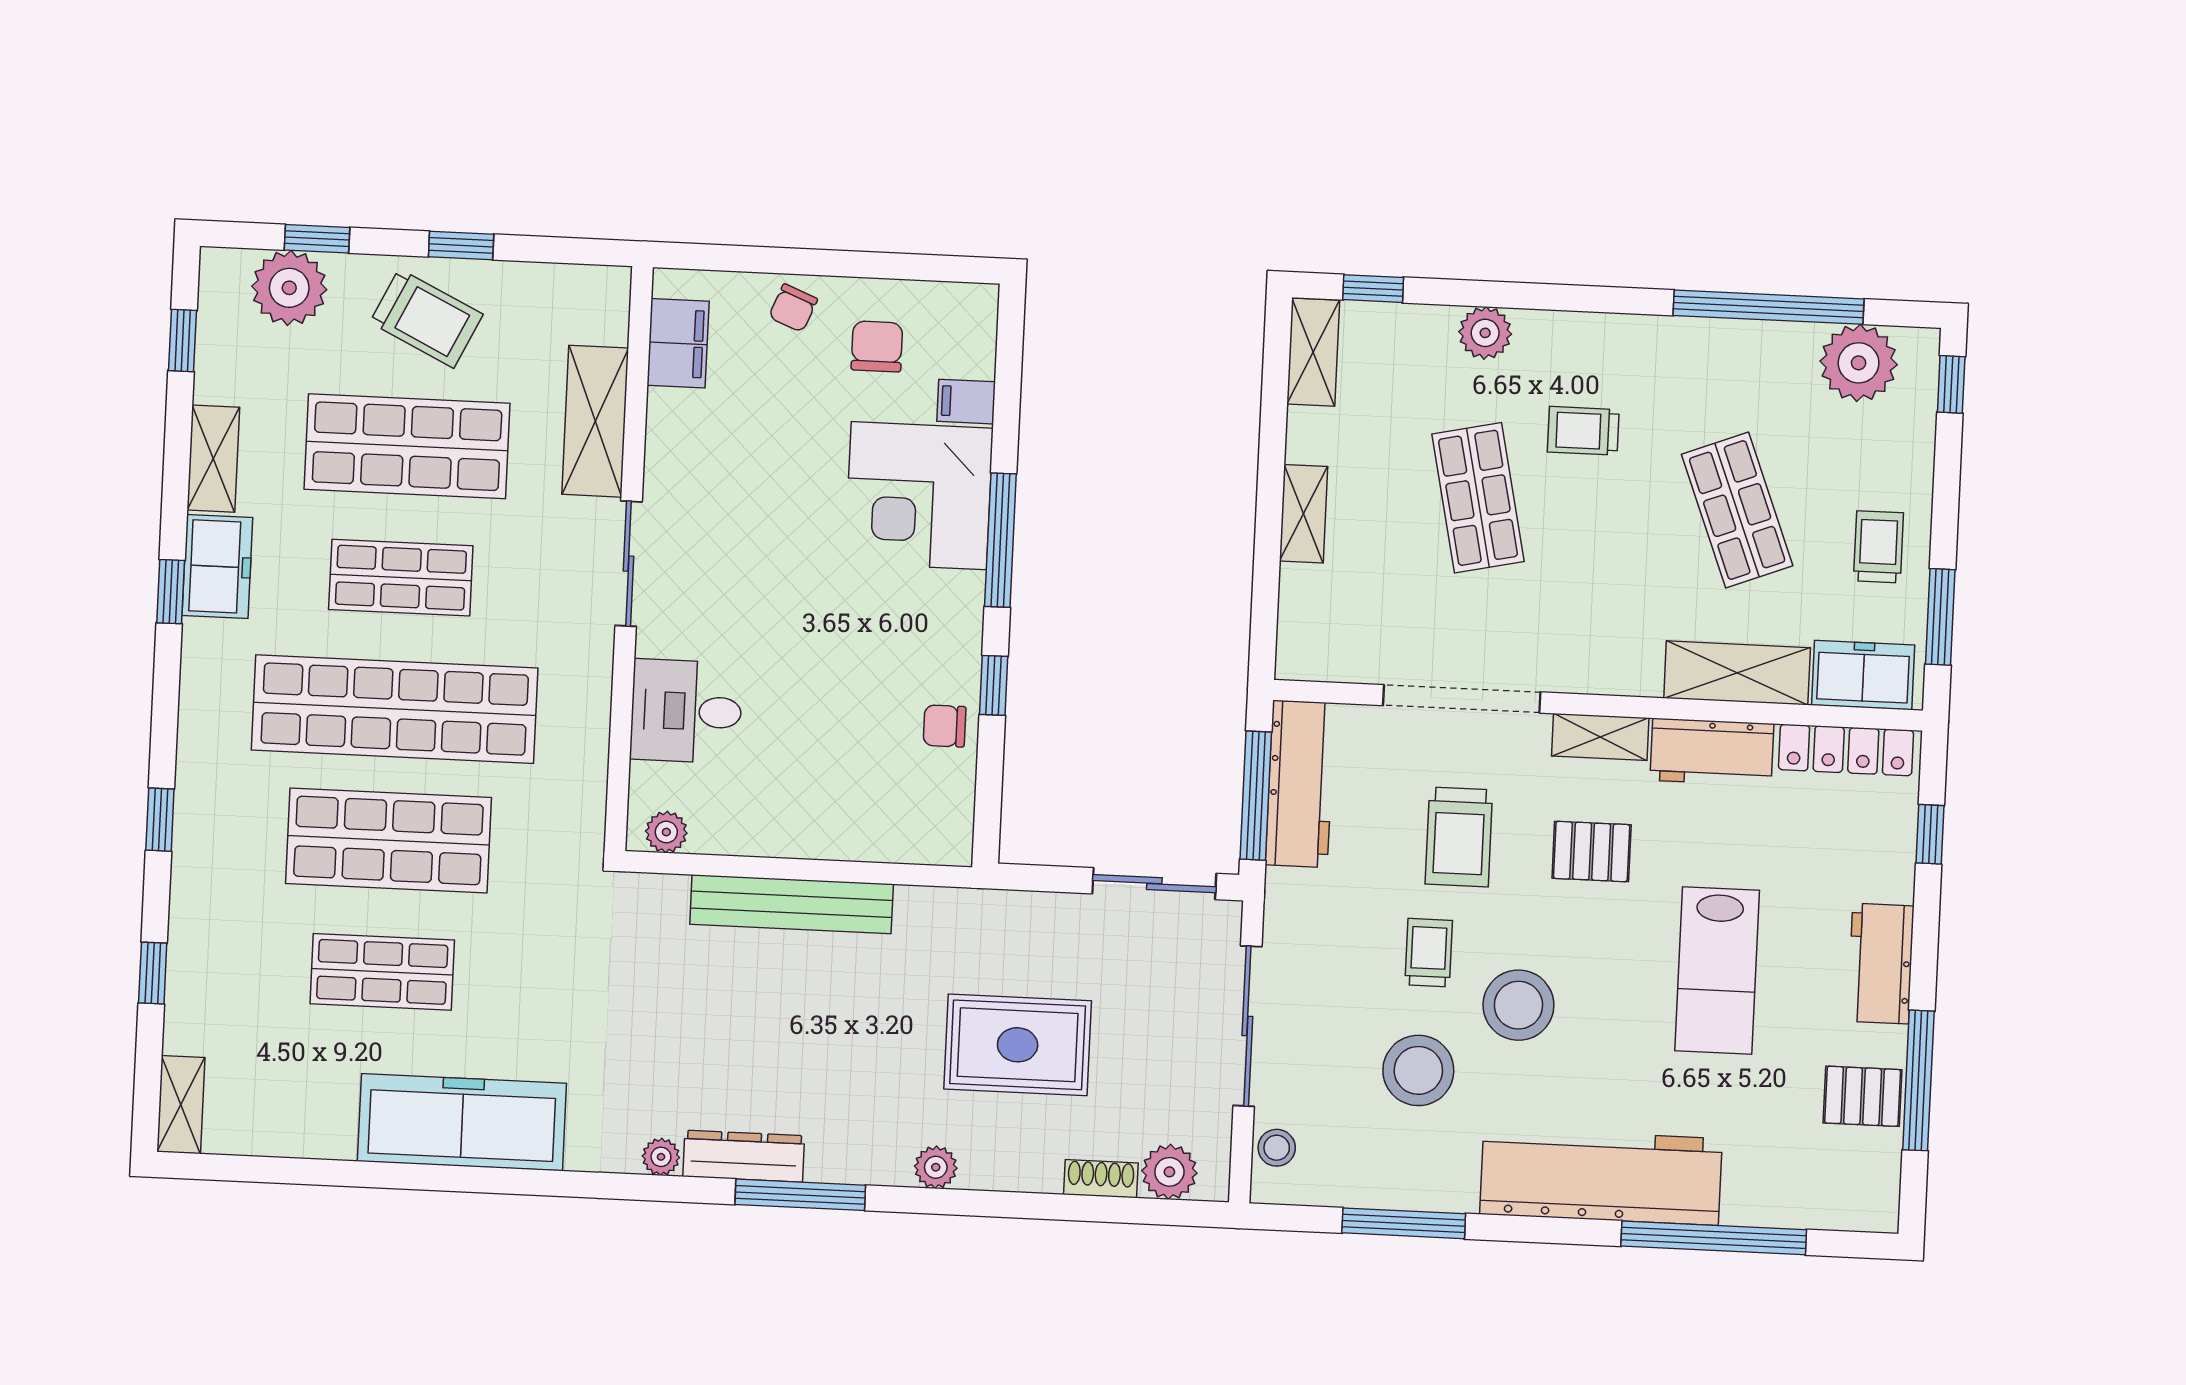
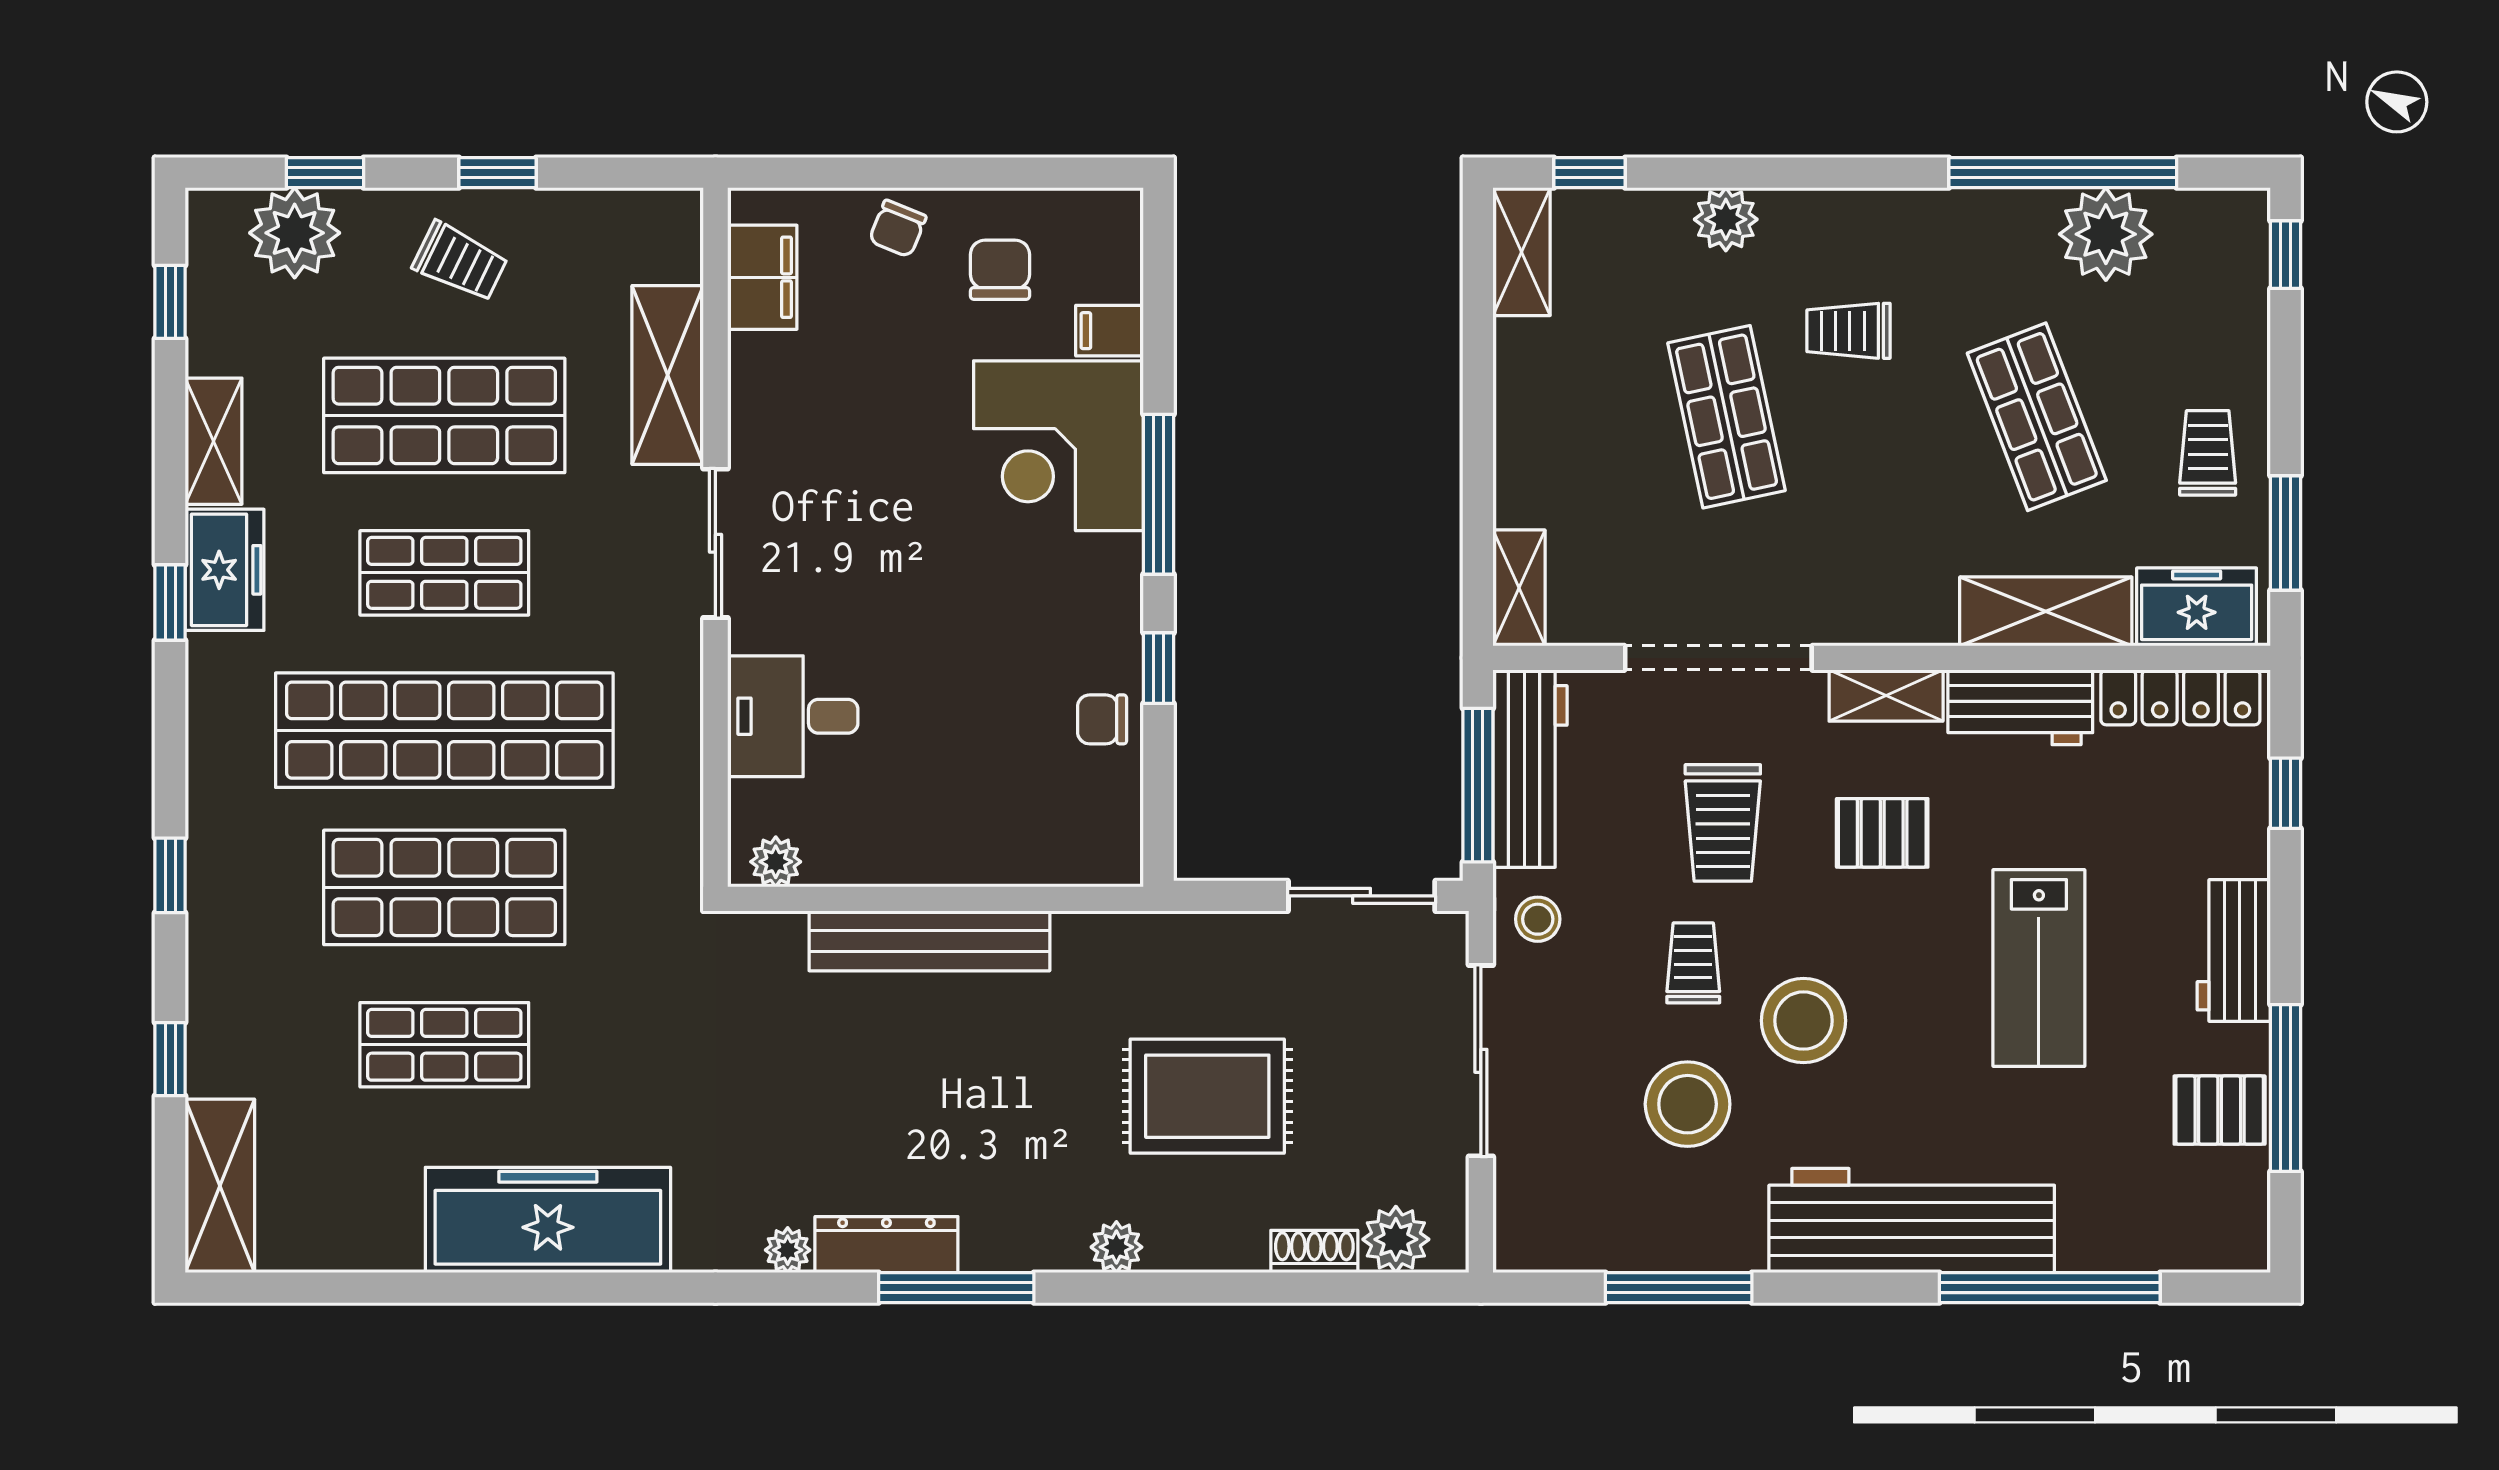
trolley: (426, 318) -> (460, 262), width x0.73, depth x0.72
plant: (1859, 363) -> (2106, 234), moved
shelving: (1304, 514) -> (1519, 588), moved
shelving: (181, 1105) -> (220, 1186), width x1.50, depth x1.33
stool: (1277, 1148) -> (1538, 919), moved

